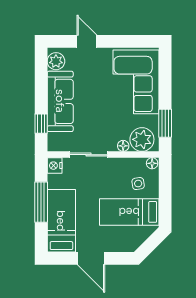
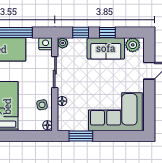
window: (41, 92) -> (107, 33), added
sofa: (60, 101) -> (106, 48), width x0.73
plant: (142, 139) -> (63, 43), moved, width x0.53, depth x0.53
side table: (138, 184) -> (42, 105), moved

